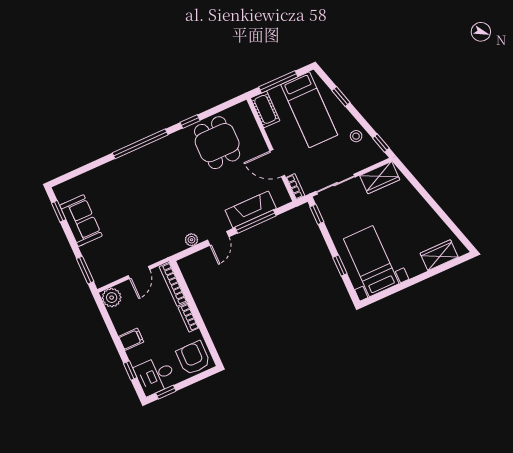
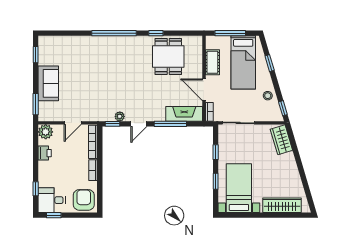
cot: (265, 109) -> (212, 62), moved
wardrobe: (380, 178) -> (281, 140), moved, turned 74
fireplace: (251, 209) -> (184, 114), moved
window: (317, 214) -> (216, 152), moved
sofa: (81, 221) -> (48, 83), moved
window: (187, 252) -> (113, 124), added
wardrobe: (439, 255) -> (282, 205), width x1.50
printer: (122, 323) -> (45, 153), added
filing cabinet: (131, 339) -> (46, 167), removed

